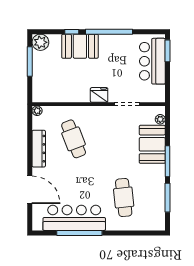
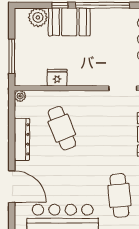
plant: (40, 42) -> (38, 17), moved
window: (30, 62) -> (12, 56), moved
fridge: (99, 95) -> (57, 78), moved

